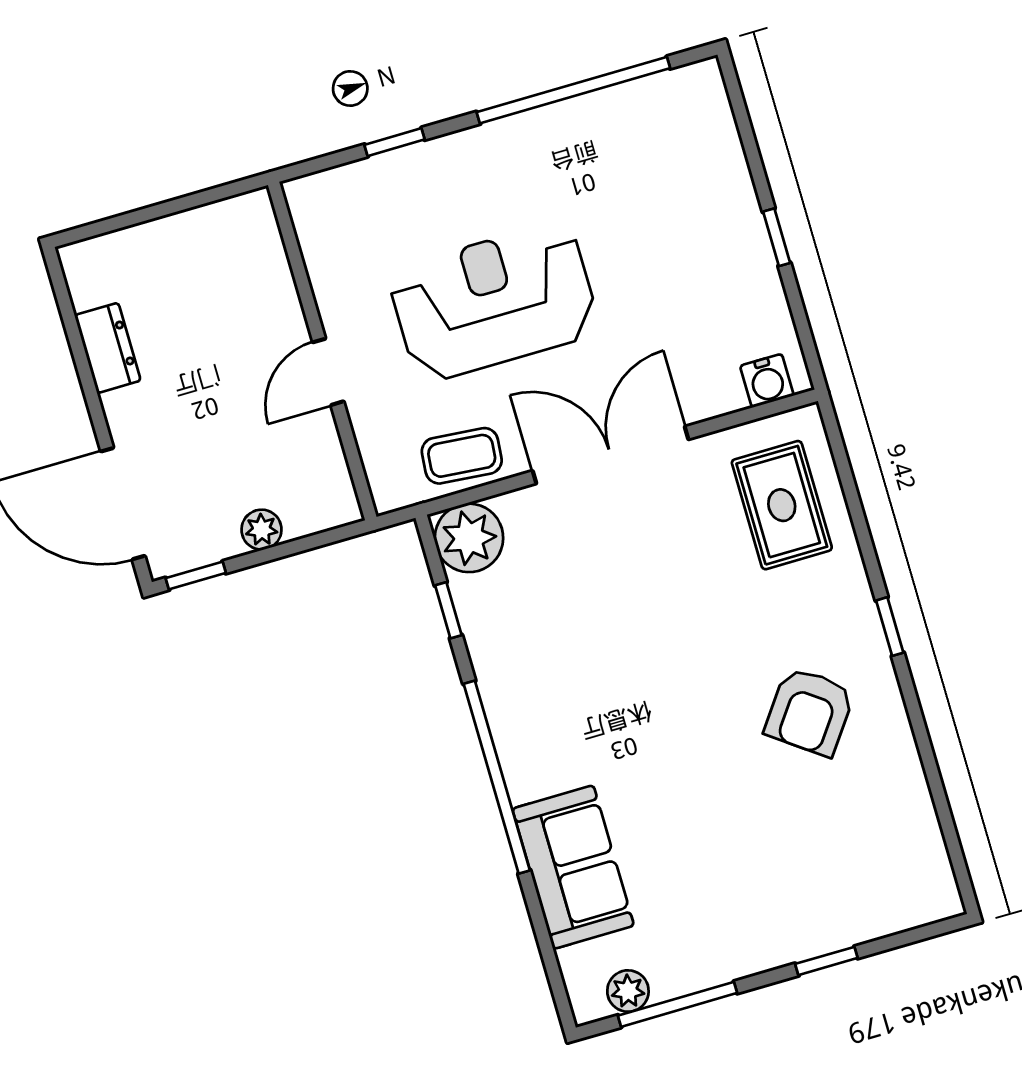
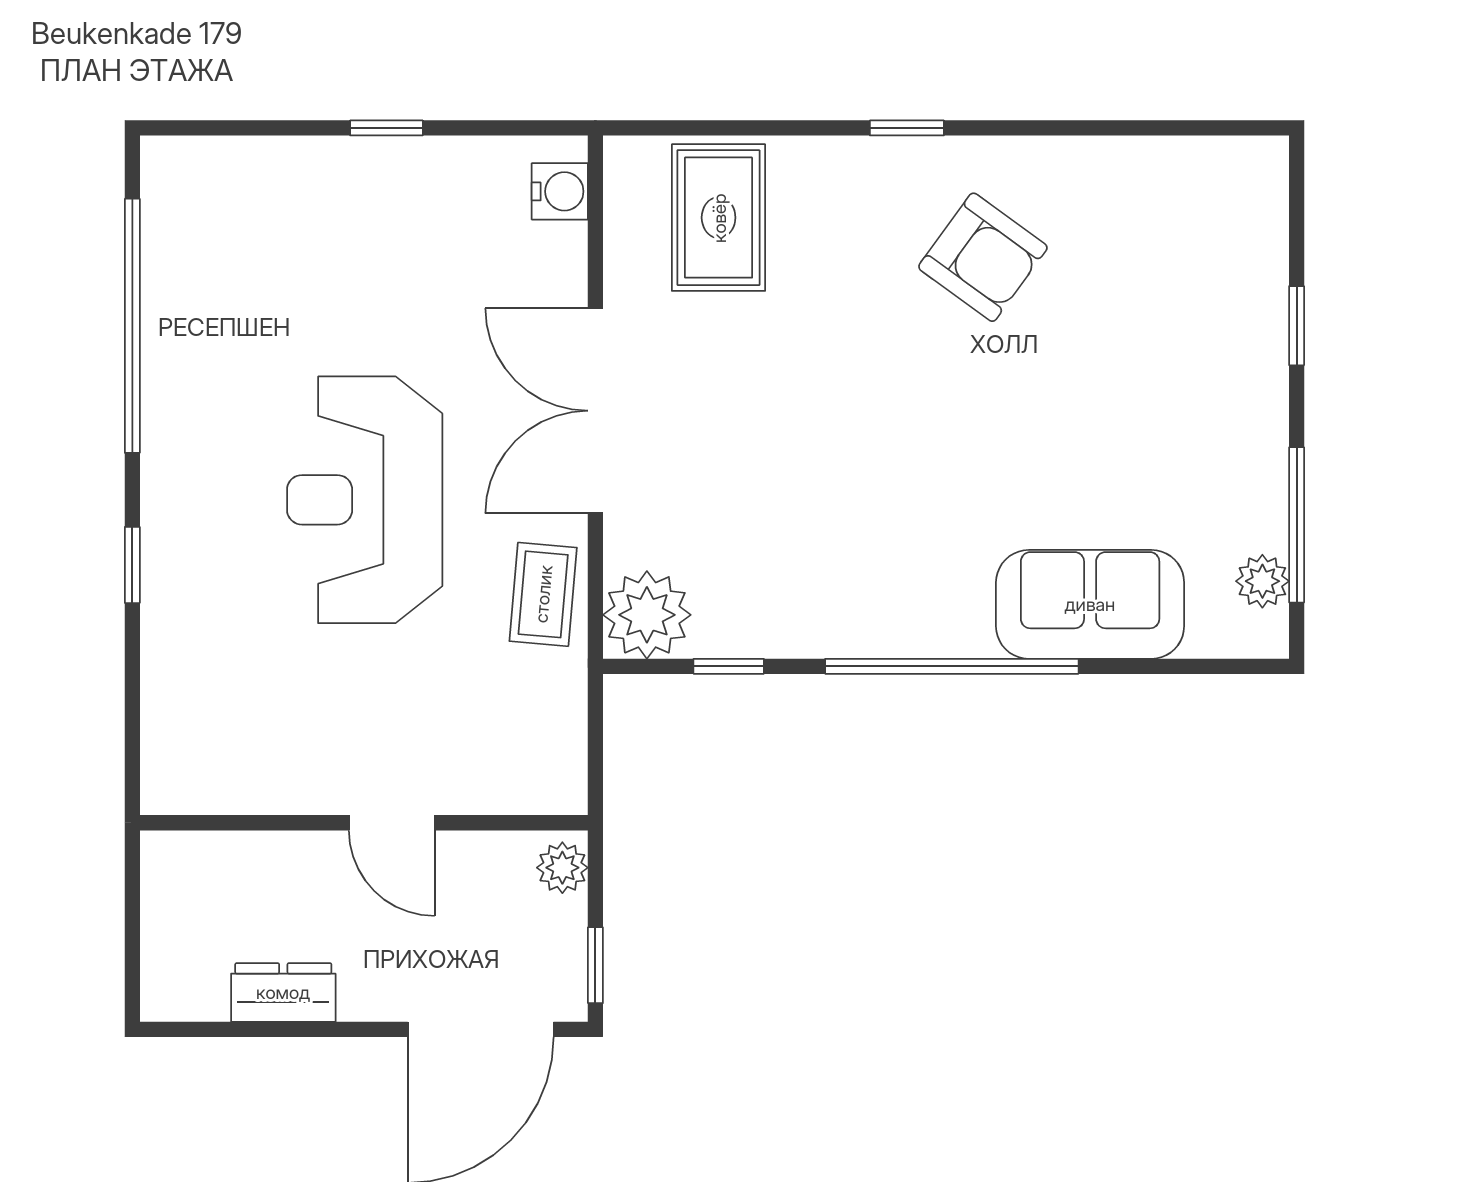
wall: (322, 351) -> (364, 823), moved
door: (328, 372) -> (392, 823), moved
rug: (782, 505) -> (719, 218), turned 90

